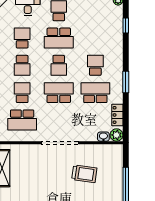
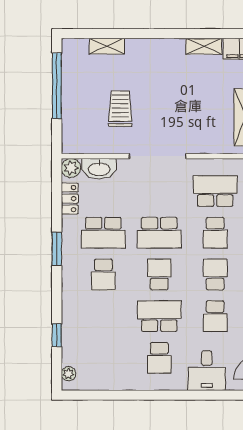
washbasin: (103, 137) -> (99, 169), width x1.91, depth x1.45
trolley: (84, 174) -> (120, 109), turned 82

